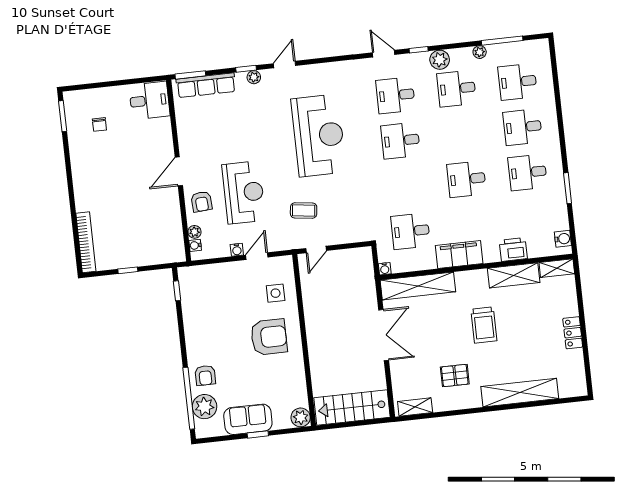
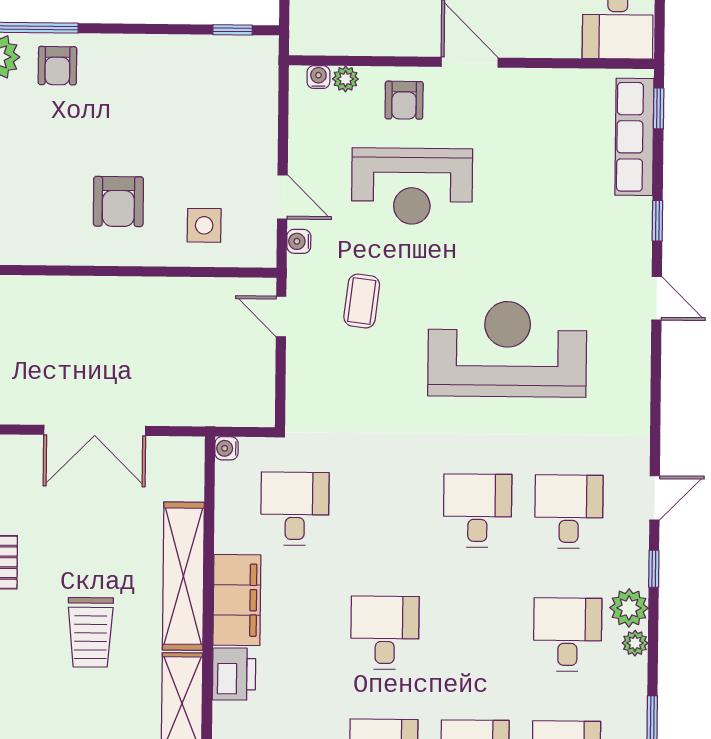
plant: (480, 52) -> (635, 643), moved
window: (190, 75) -> (659, 108), width x0.67
plant: (254, 77) -> (639, 234), removed
reception desk: (319, 135) -> (507, 349), turned 180
armchair: (202, 202) -> (404, 100), turned -86
water cooler: (237, 250) -> (299, 241), moved
printer: (513, 250) -> (234, 674), moved
shelving: (418, 286) -> (183, 576), moved
trolley: (484, 325) -> (91, 632), turned -90
armchair: (269, 337) -> (118, 201), width x0.73, depth x0.73
armchair: (205, 375) -> (57, 66), turned -90

